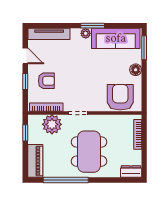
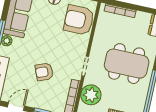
armchair: (46, 81) -> (44, 72), moved, turned -112

